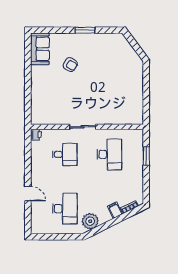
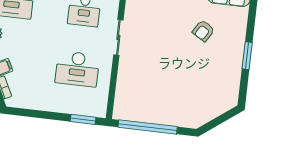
window: (146, 97) -> (148, 127), added
window: (146, 156) -> (83, 119), moved

